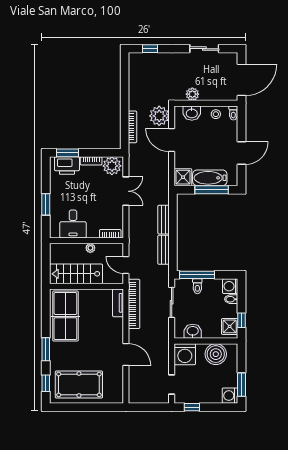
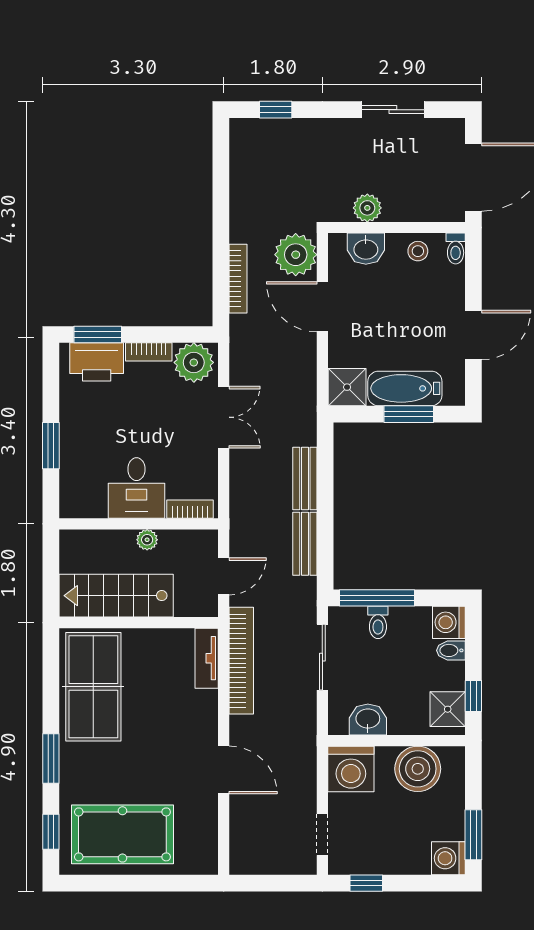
window: (212, 190) -> (409, 414), width x0.69
desk: (73, 224) -> (136, 488), moved
door: (126, 265) -> (224, 576), swing flipped

